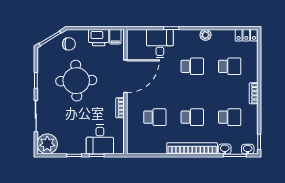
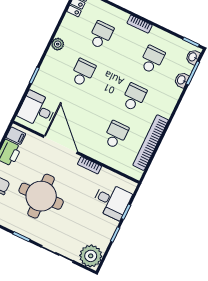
desk: (160, 44) -> (37, 109), moved
bookcase: (192, 148) -> (151, 143), moved

